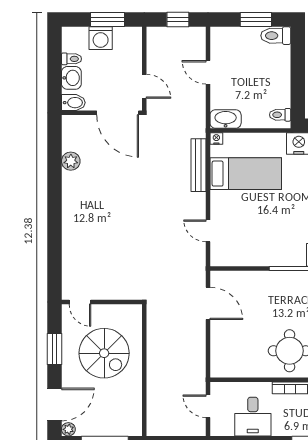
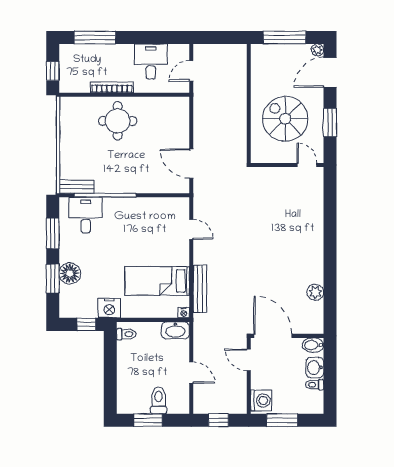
toilet: (276, 36) -> (159, 400), moved, turned -90
washing machine: (101, 38) -> (261, 401), moved, turned 90
door: (208, 406) -> (191, 71), swing flipped

